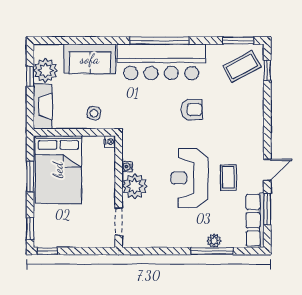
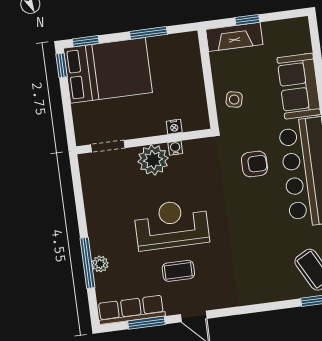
plant: (46, 70) -> (278, 35), removed
window: (30, 76) -> (247, 20), moved
armchair: (192, 110) -> (254, 164), moved, turned -90
nightstand: (110, 142) -> (174, 127), moved
bed: (58, 170) -> (108, 70), moved, turned 180

